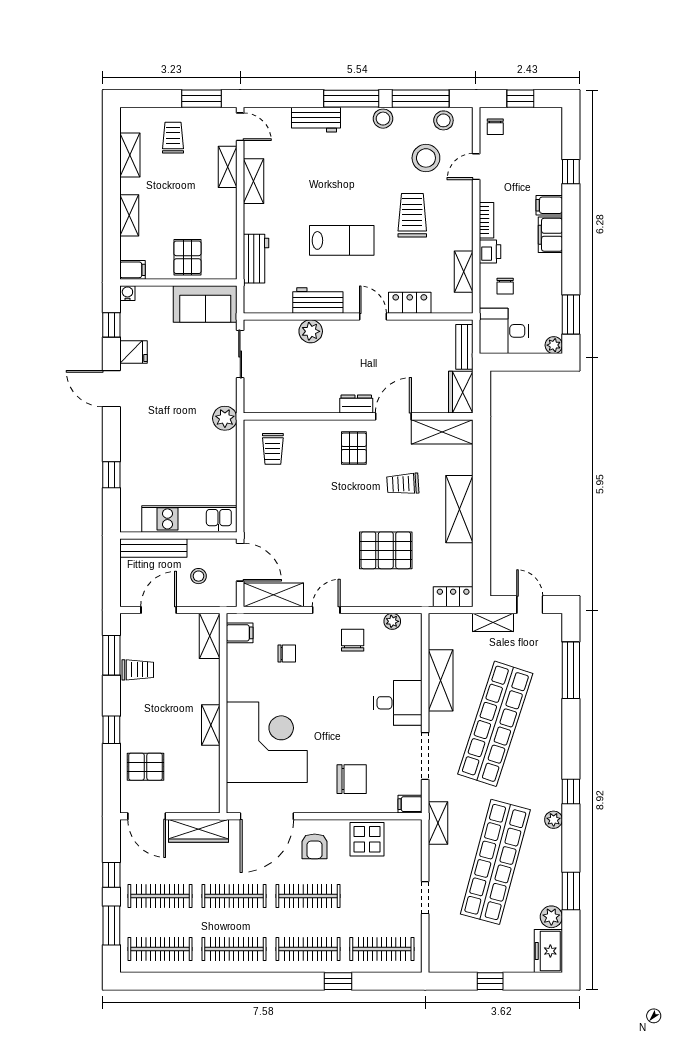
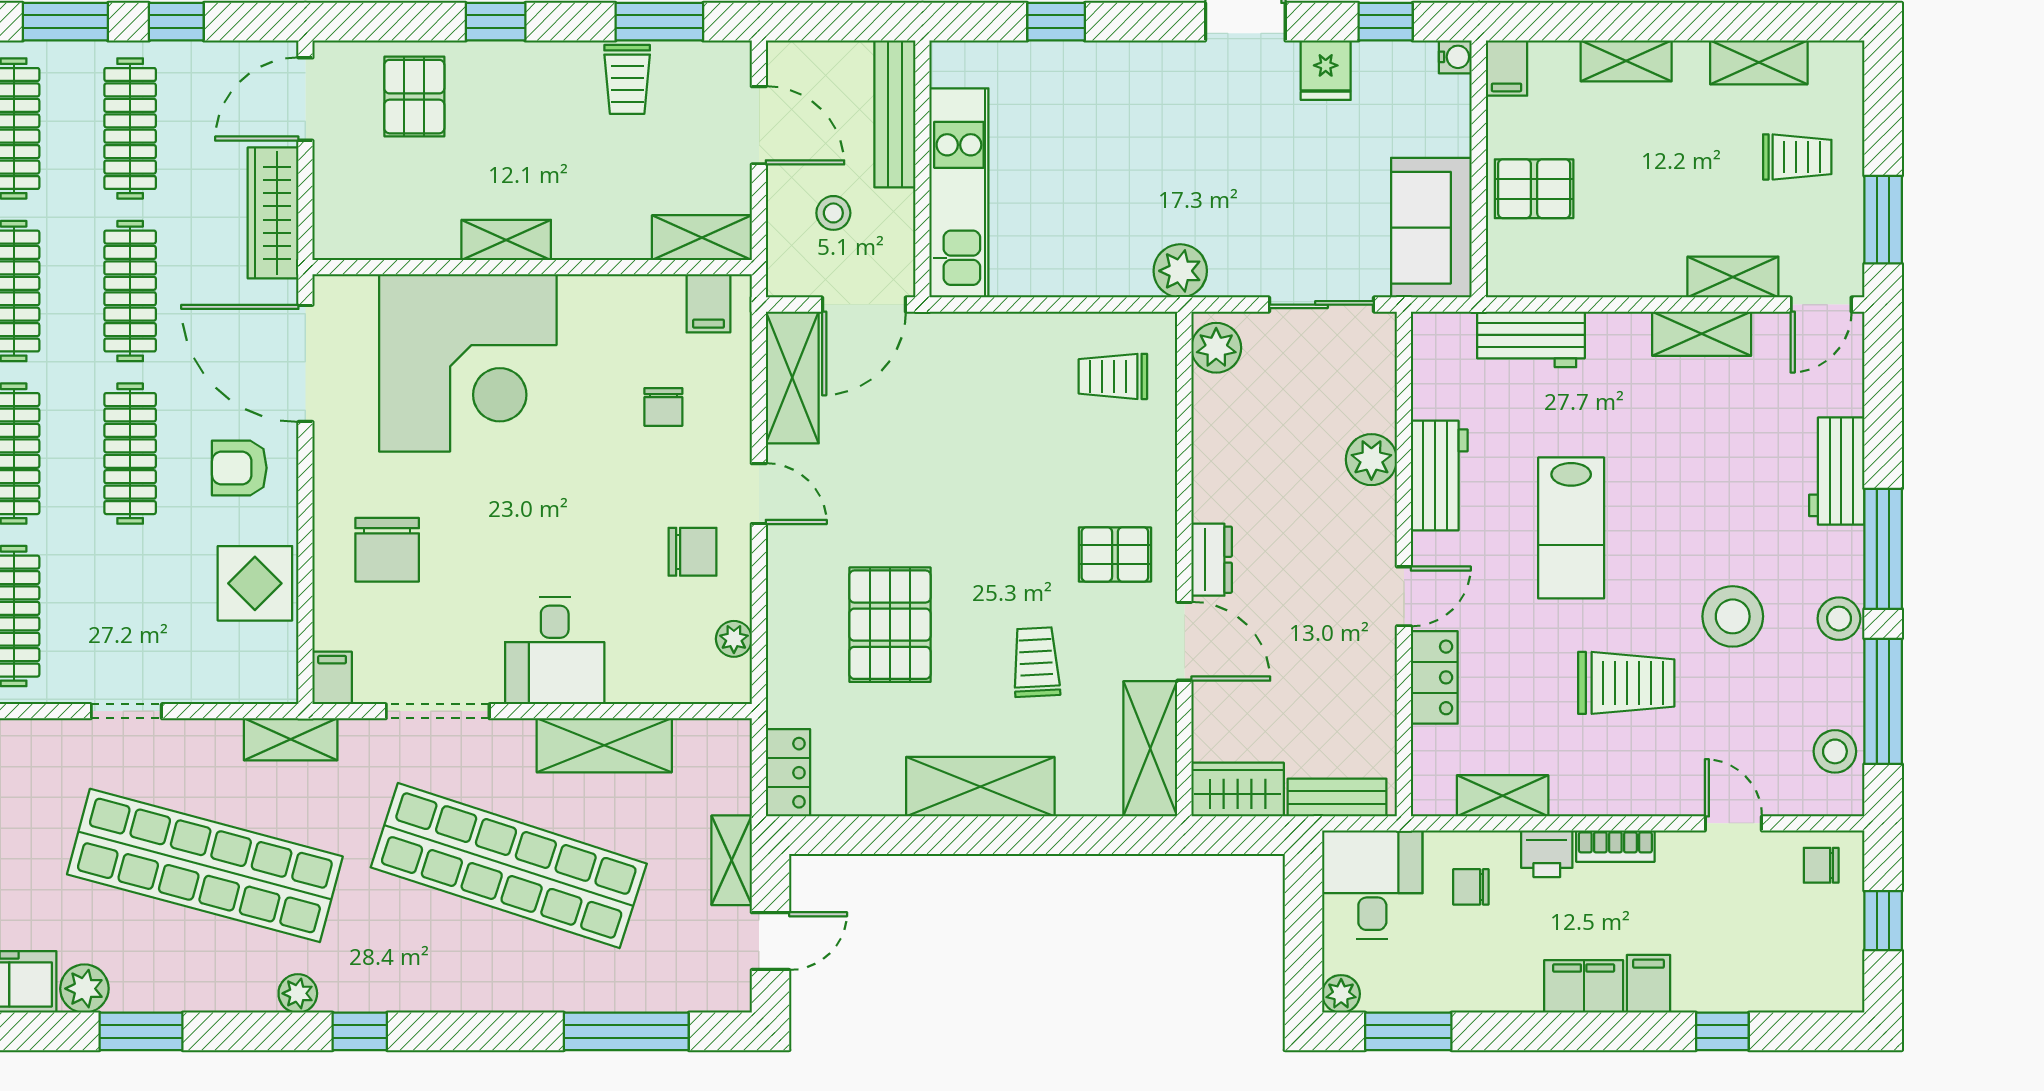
stool: (426, 158) -> (1733, 616), moved
plant: (260, 402) -> (1216, 348), added

